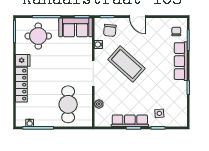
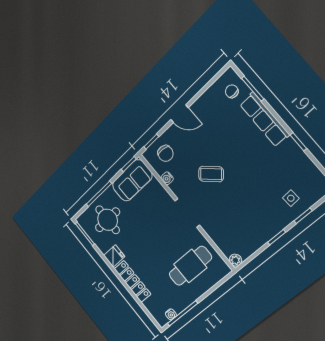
coffee table: (127, 64) -> (211, 174), width x0.54, depth x0.58
cafe table: (68, 104) -> (190, 266), turned 90
plant: (99, 104) -> (236, 260), moved
row of seats: (130, 121) -> (266, 233), removed

